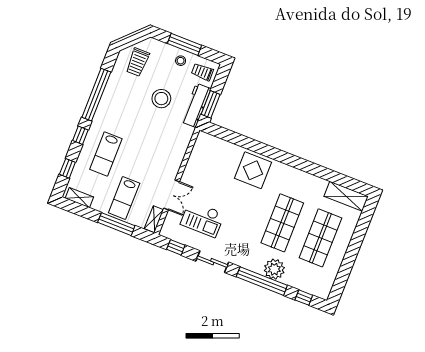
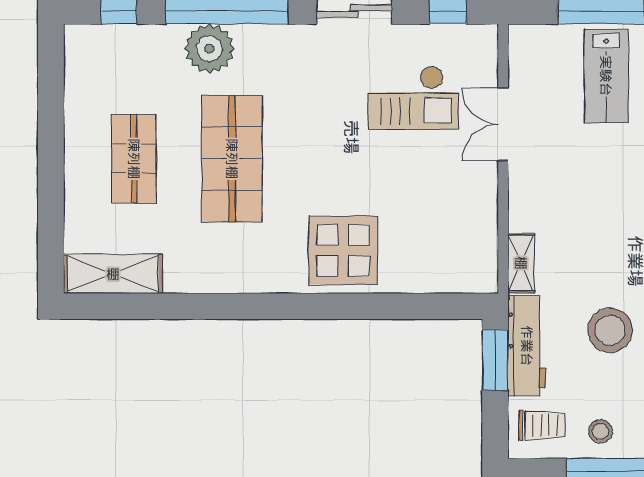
lab bench: (124, 198) -> (606, 76), turned 180
shelving: (154, 219) -> (521, 263), moved
checkout: (202, 219) -> (413, 98), turned 180
shop shelf: (320, 238) -> (134, 159), width x0.70, depth x0.74

